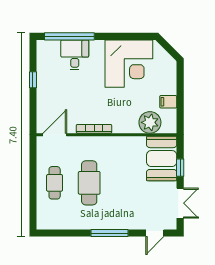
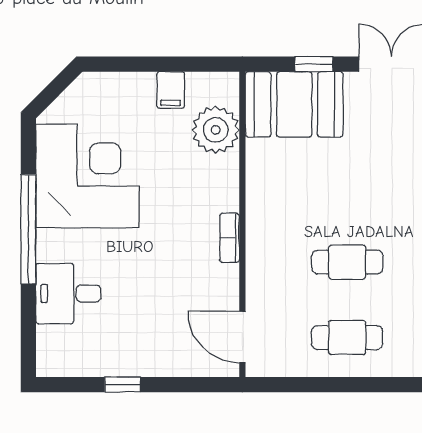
window: (69, 36) -> (28, 229), moved
bookcase: (94, 129) -> (230, 238), width x0.64
cafe table: (89, 183) -> (347, 262), width x0.73, depth x0.74

